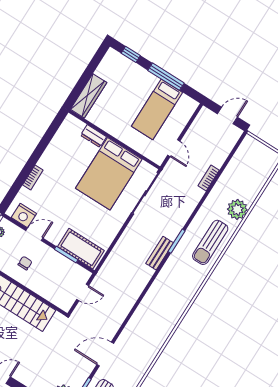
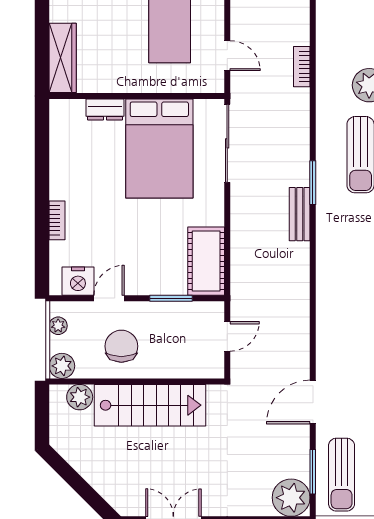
cot: (81, 249) -> (206, 261), moved, turned 90
chair: (25, 263) -> (121, 346), width x1.87, depth x1.87

